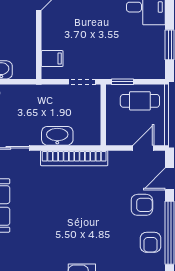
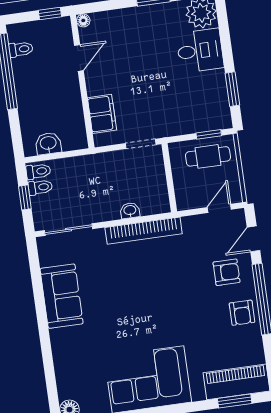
filing cabinet: (52, 59) -> (102, 114), width x2.00
window: (123, 82) -> (209, 134), moved
washbasin: (57, 136) -> (130, 211), width x0.52, depth x0.69

